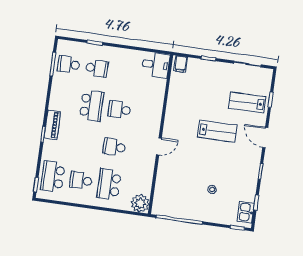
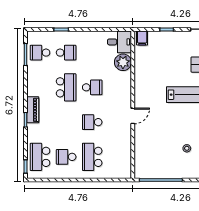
school desk: (120, 110) -> (92, 87), turned 180
plant: (140, 203) -> (123, 62), moved

